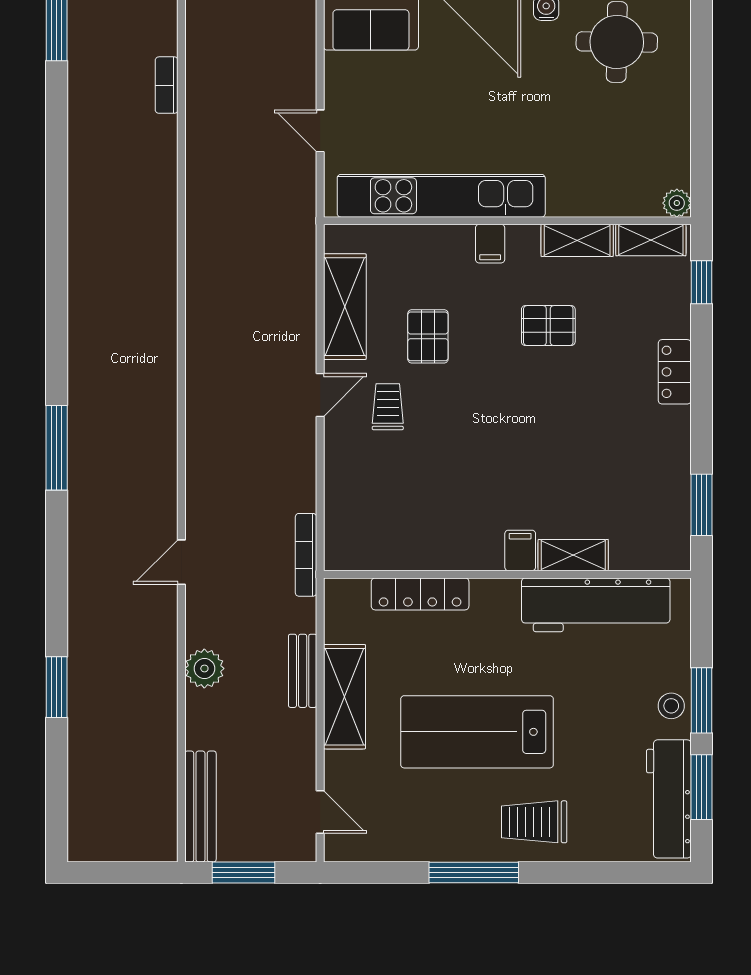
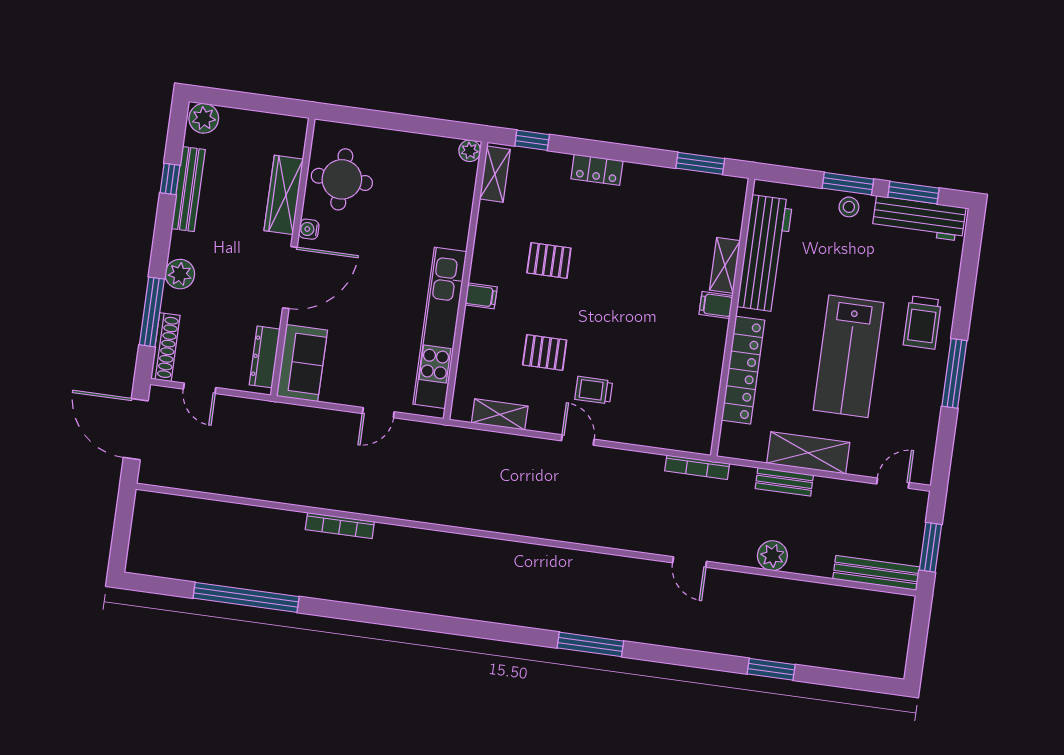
bookcase: (167, 85) -> (340, 526), width x1.56
shelving: (577, 240) -> (488, 230), removed
shelving: (345, 307) -> (500, 414), width x0.67, depth x0.75
pallet: (548, 326) -> (549, 260), turned 90
locker: (420, 594) -> (743, 370), width x1.41, depth x1.21

